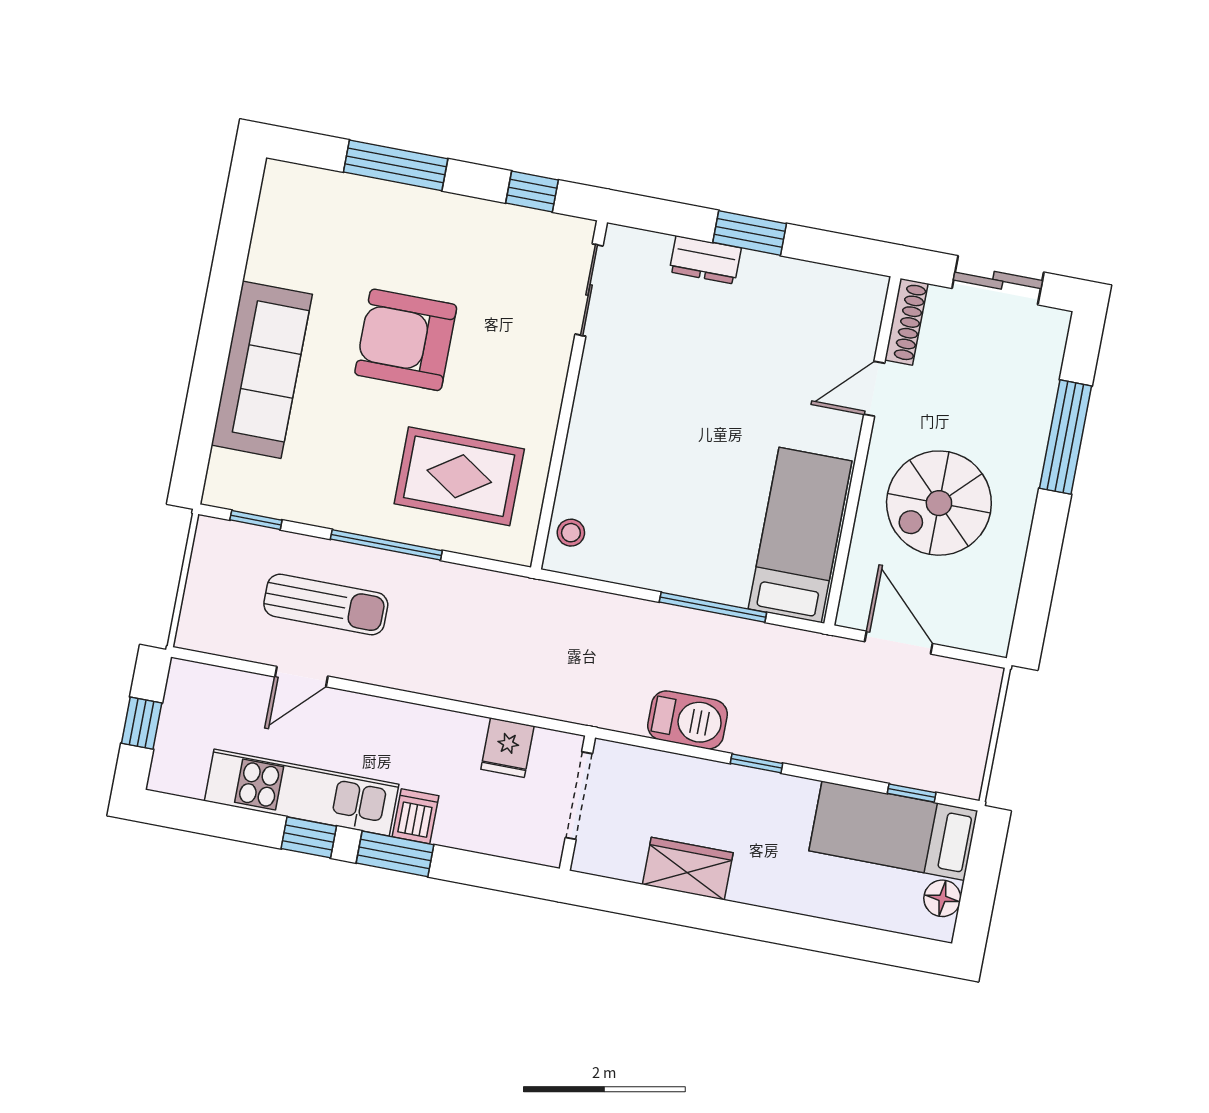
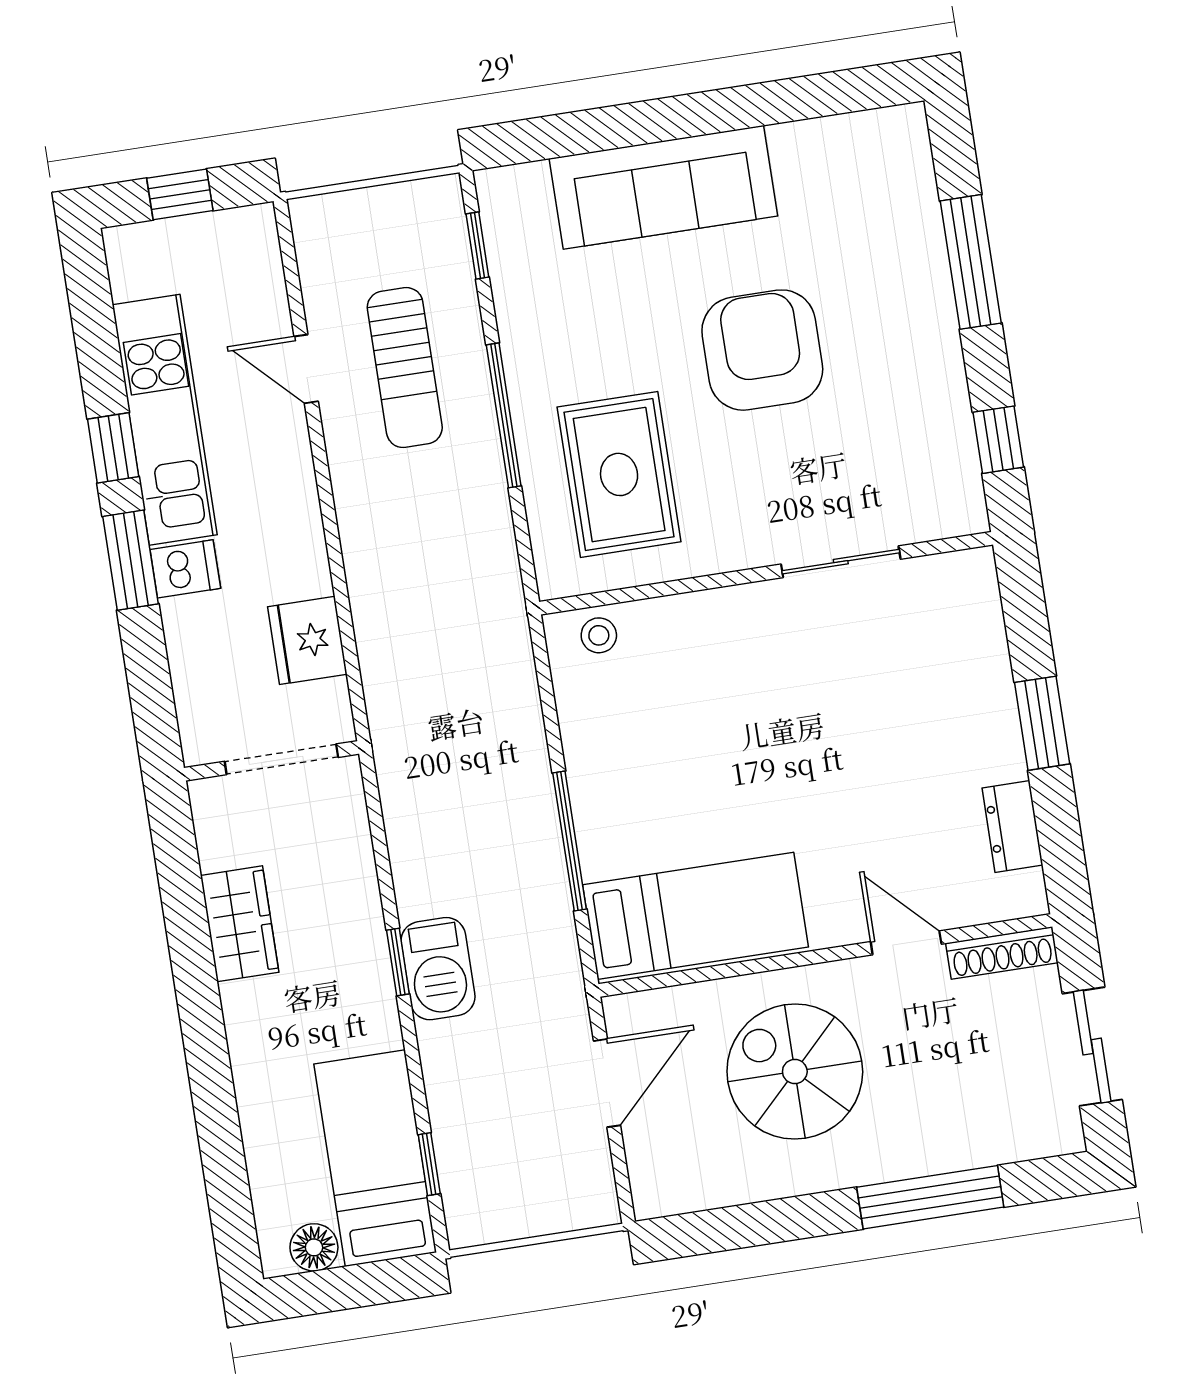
dresser: (705, 260) -> (1013, 826), moved
sliding door: (589, 290) -> (841, 562), moved
barbecue: (688, 720) -> (438, 969), moved
fridge: (507, 748) -> (307, 640), width x1.38

